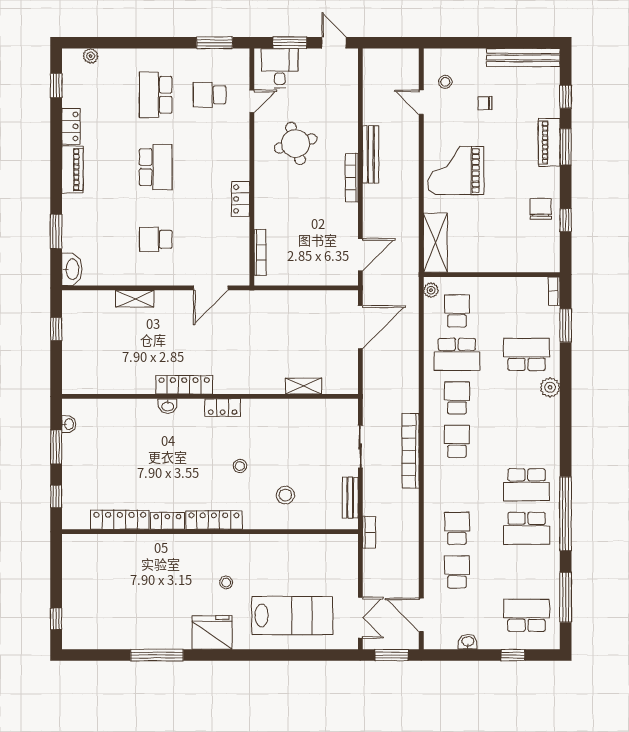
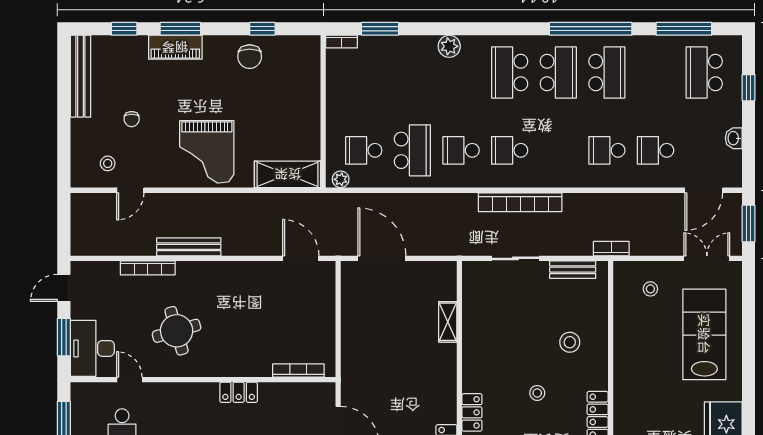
desk: (280, 68) -> (92, 348), width x1.37
bookcase: (352, 178) -> (148, 268), moved
chair: (541, 209) -> (250, 57), turned -90
school desk: (527, 354) -> (510, 73), moved
stool: (226, 582) -> (650, 289), moved

